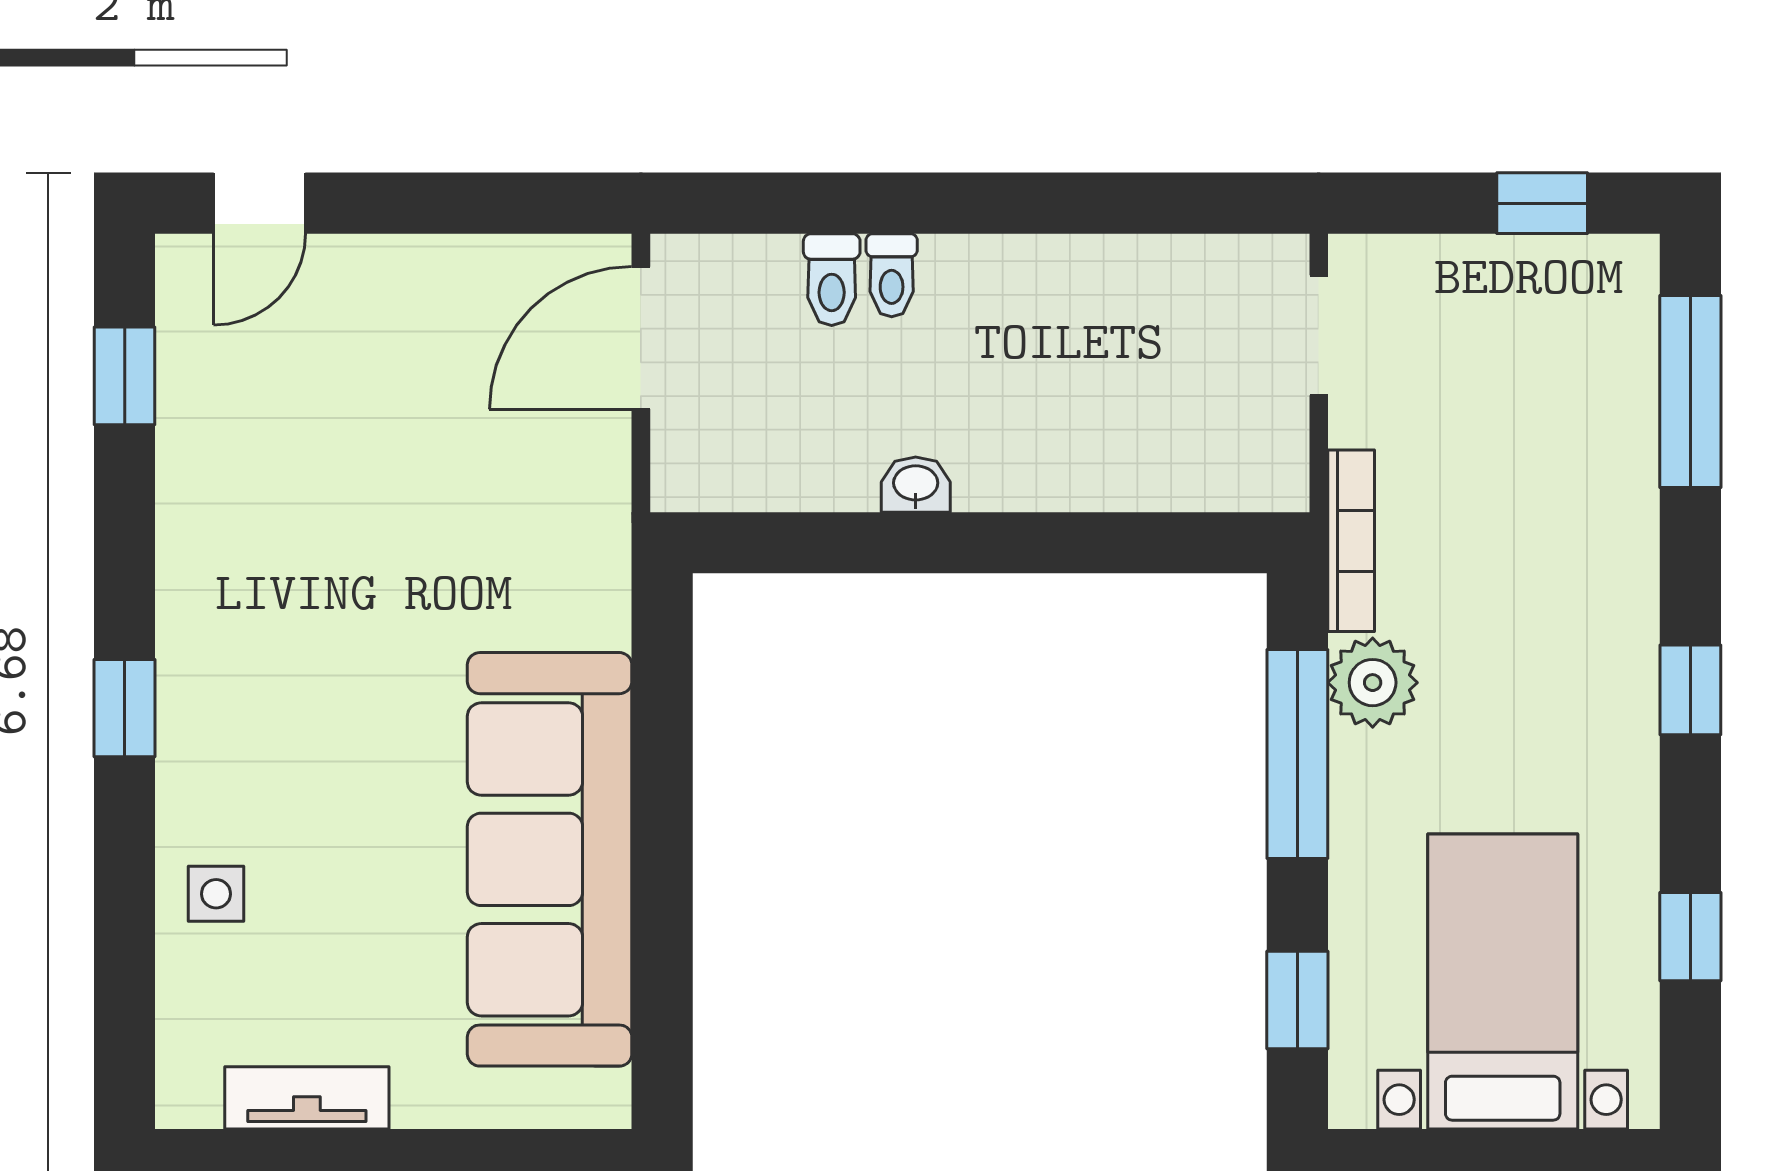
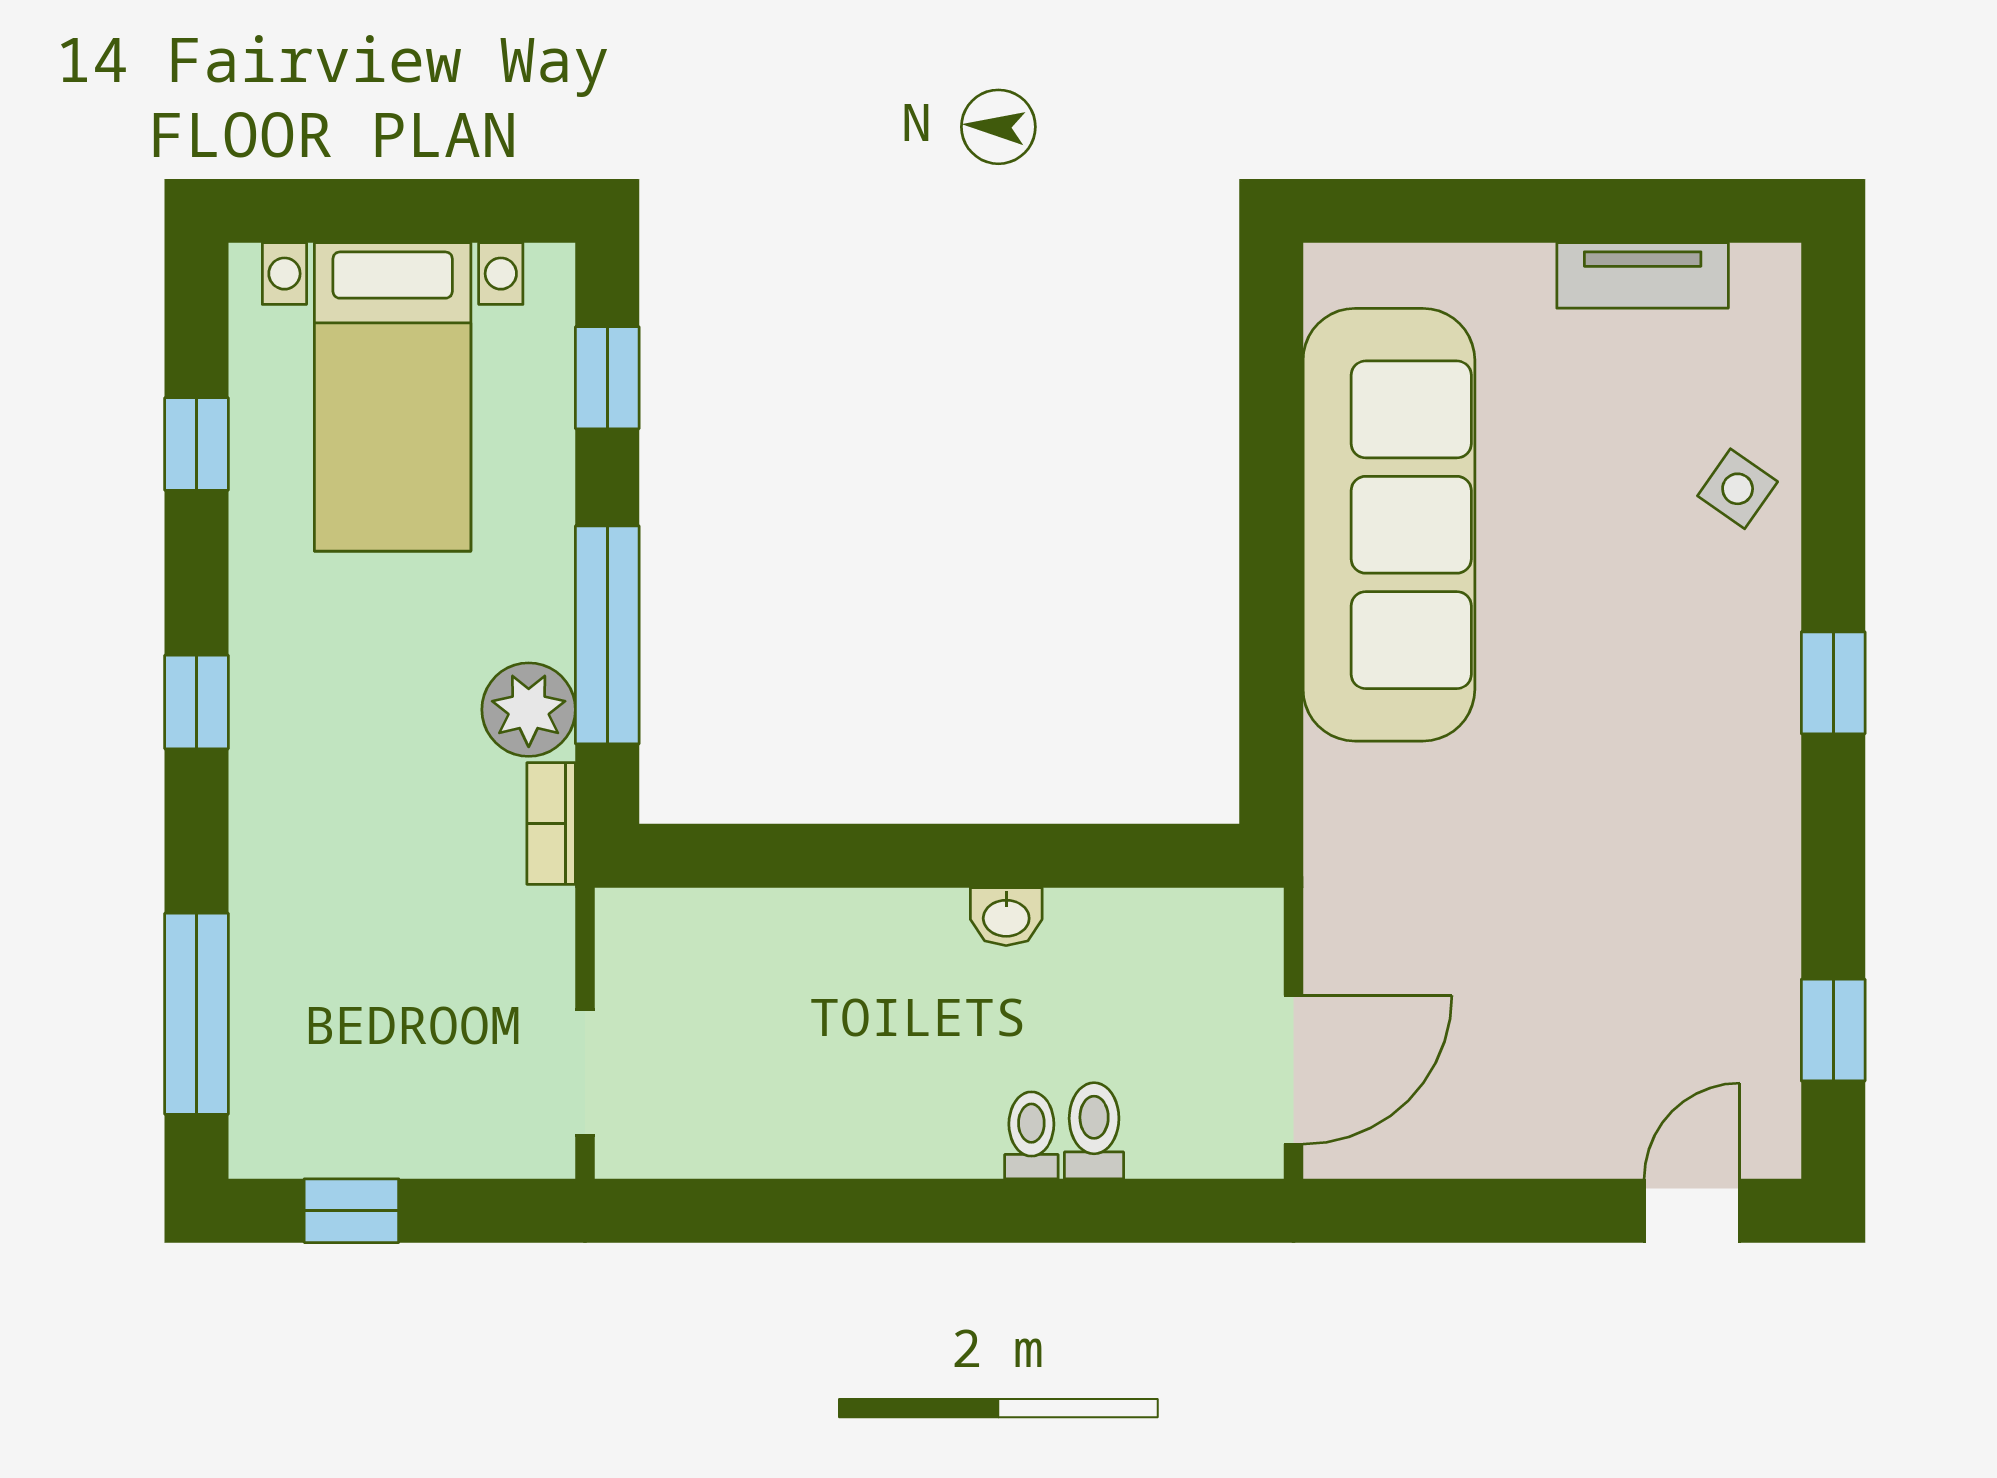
bookcase: (1351, 541) -> (551, 824), width x0.64
side table: (216, 894) -> (1738, 489), turned 35

